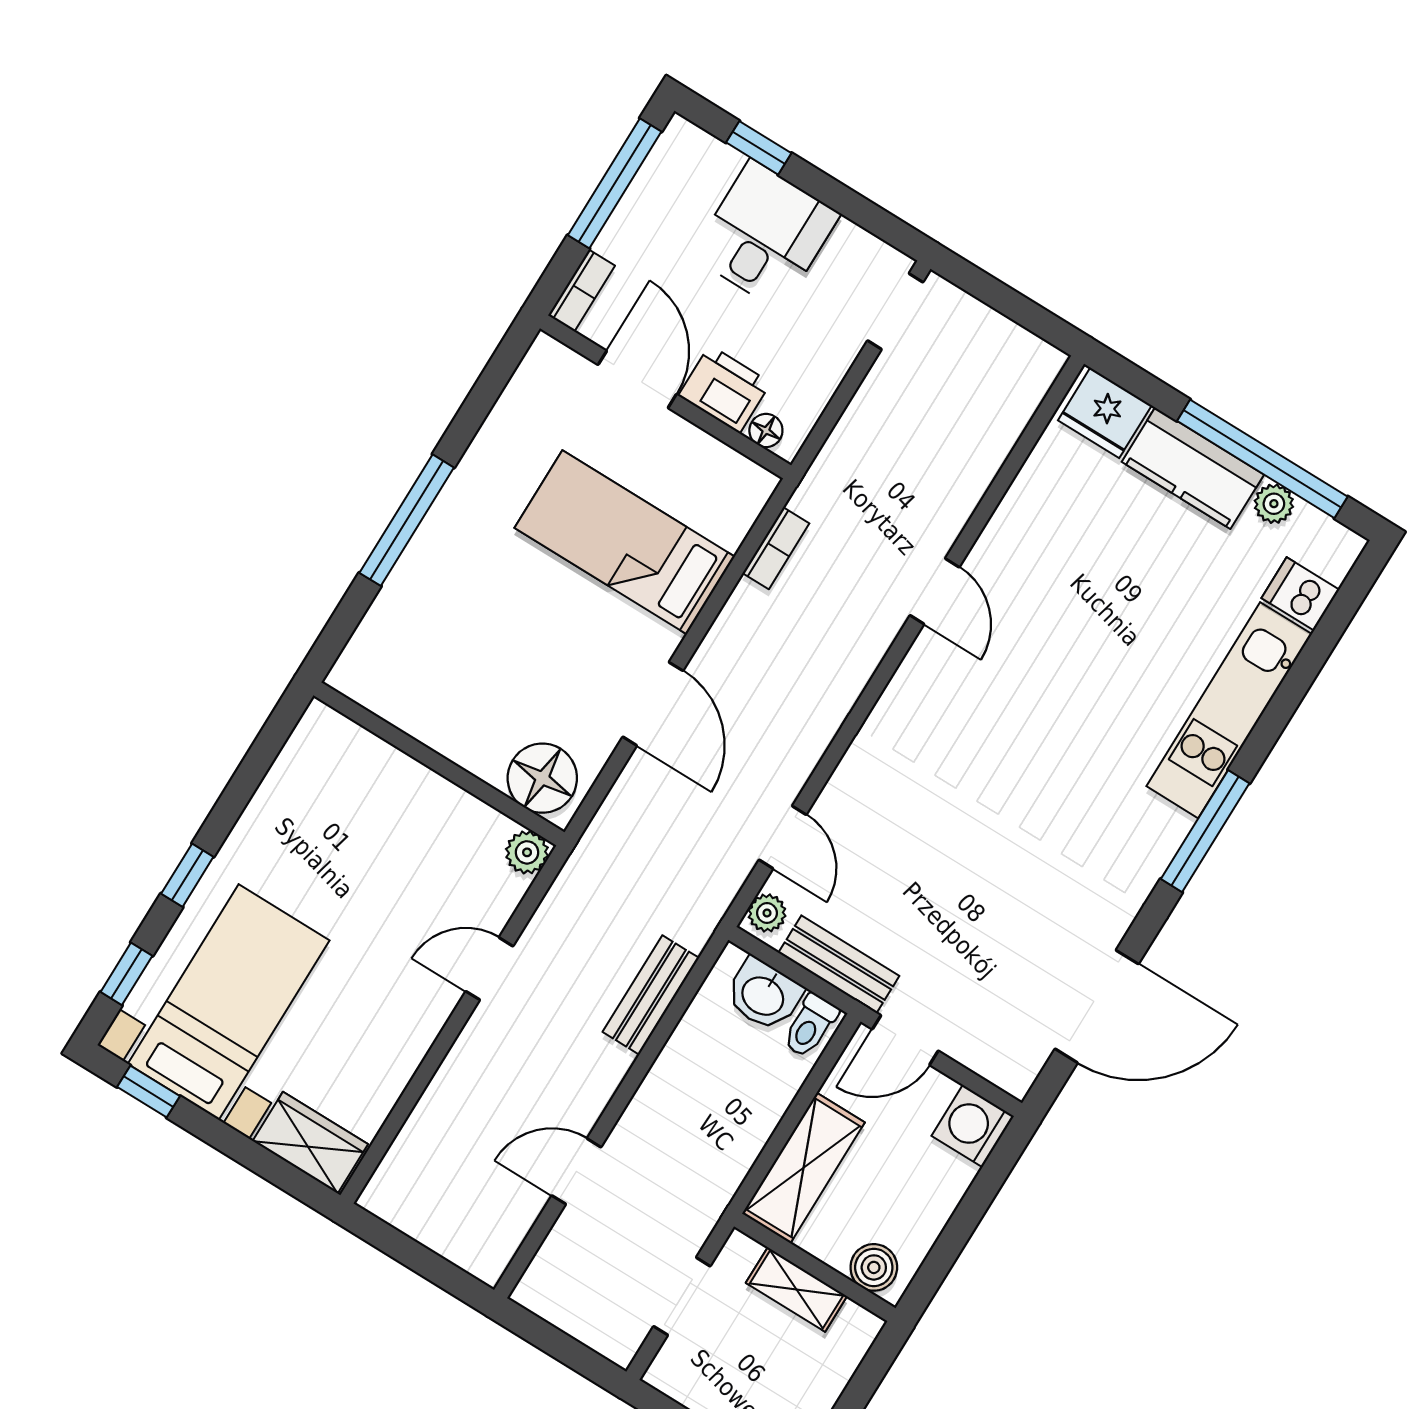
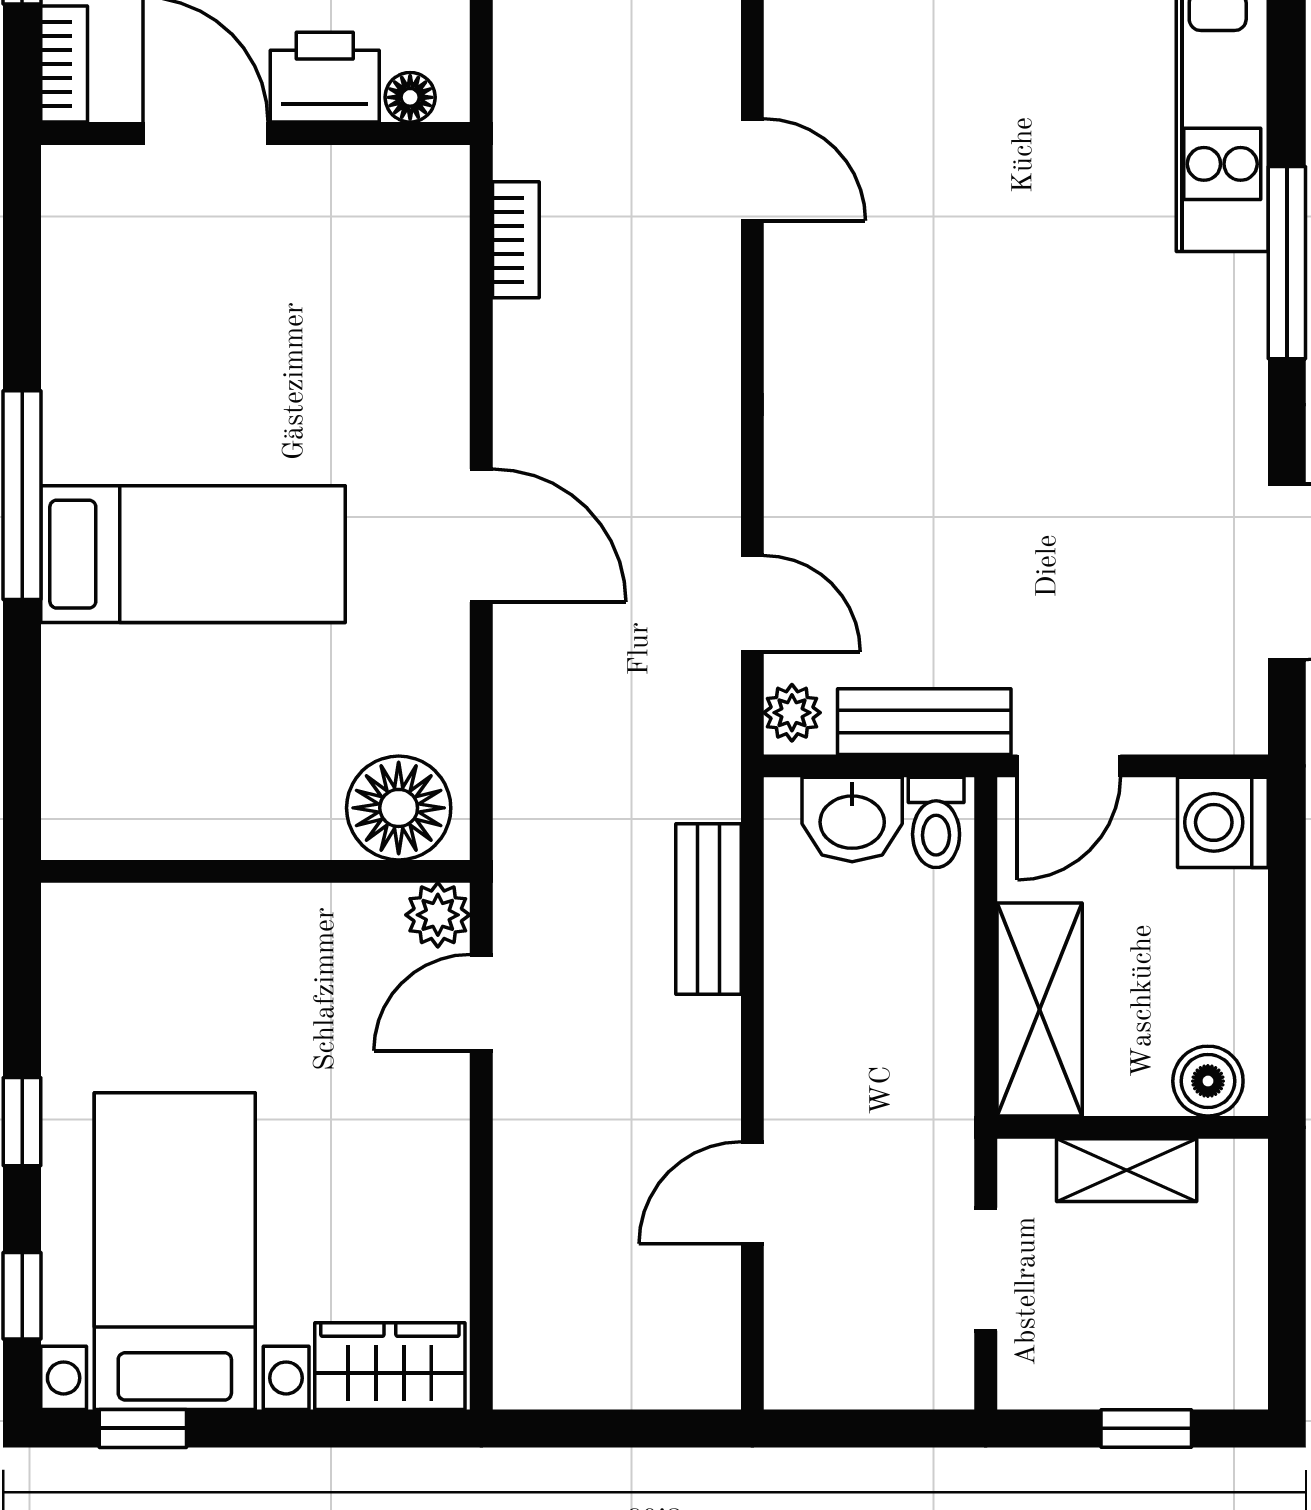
bed: (625, 542) -> (193, 554), moved, turned 180
wall: (439, 764) -> (255, 871), moved
floor lamp: (542, 778) -> (399, 808), moved
plant: (527, 852) -> (438, 915), moved

